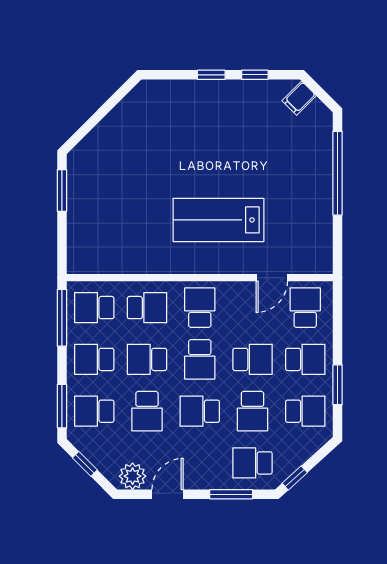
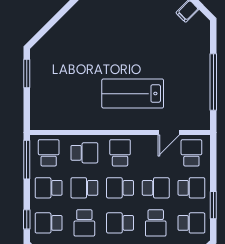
window: (338, 173) -> (213, 82), moved
school desk: (94, 308) -> (49, 153), turned 90
school desk: (200, 359) -> (120, 188), turned 90
window: (62, 406) -> (27, 219), width x0.67

